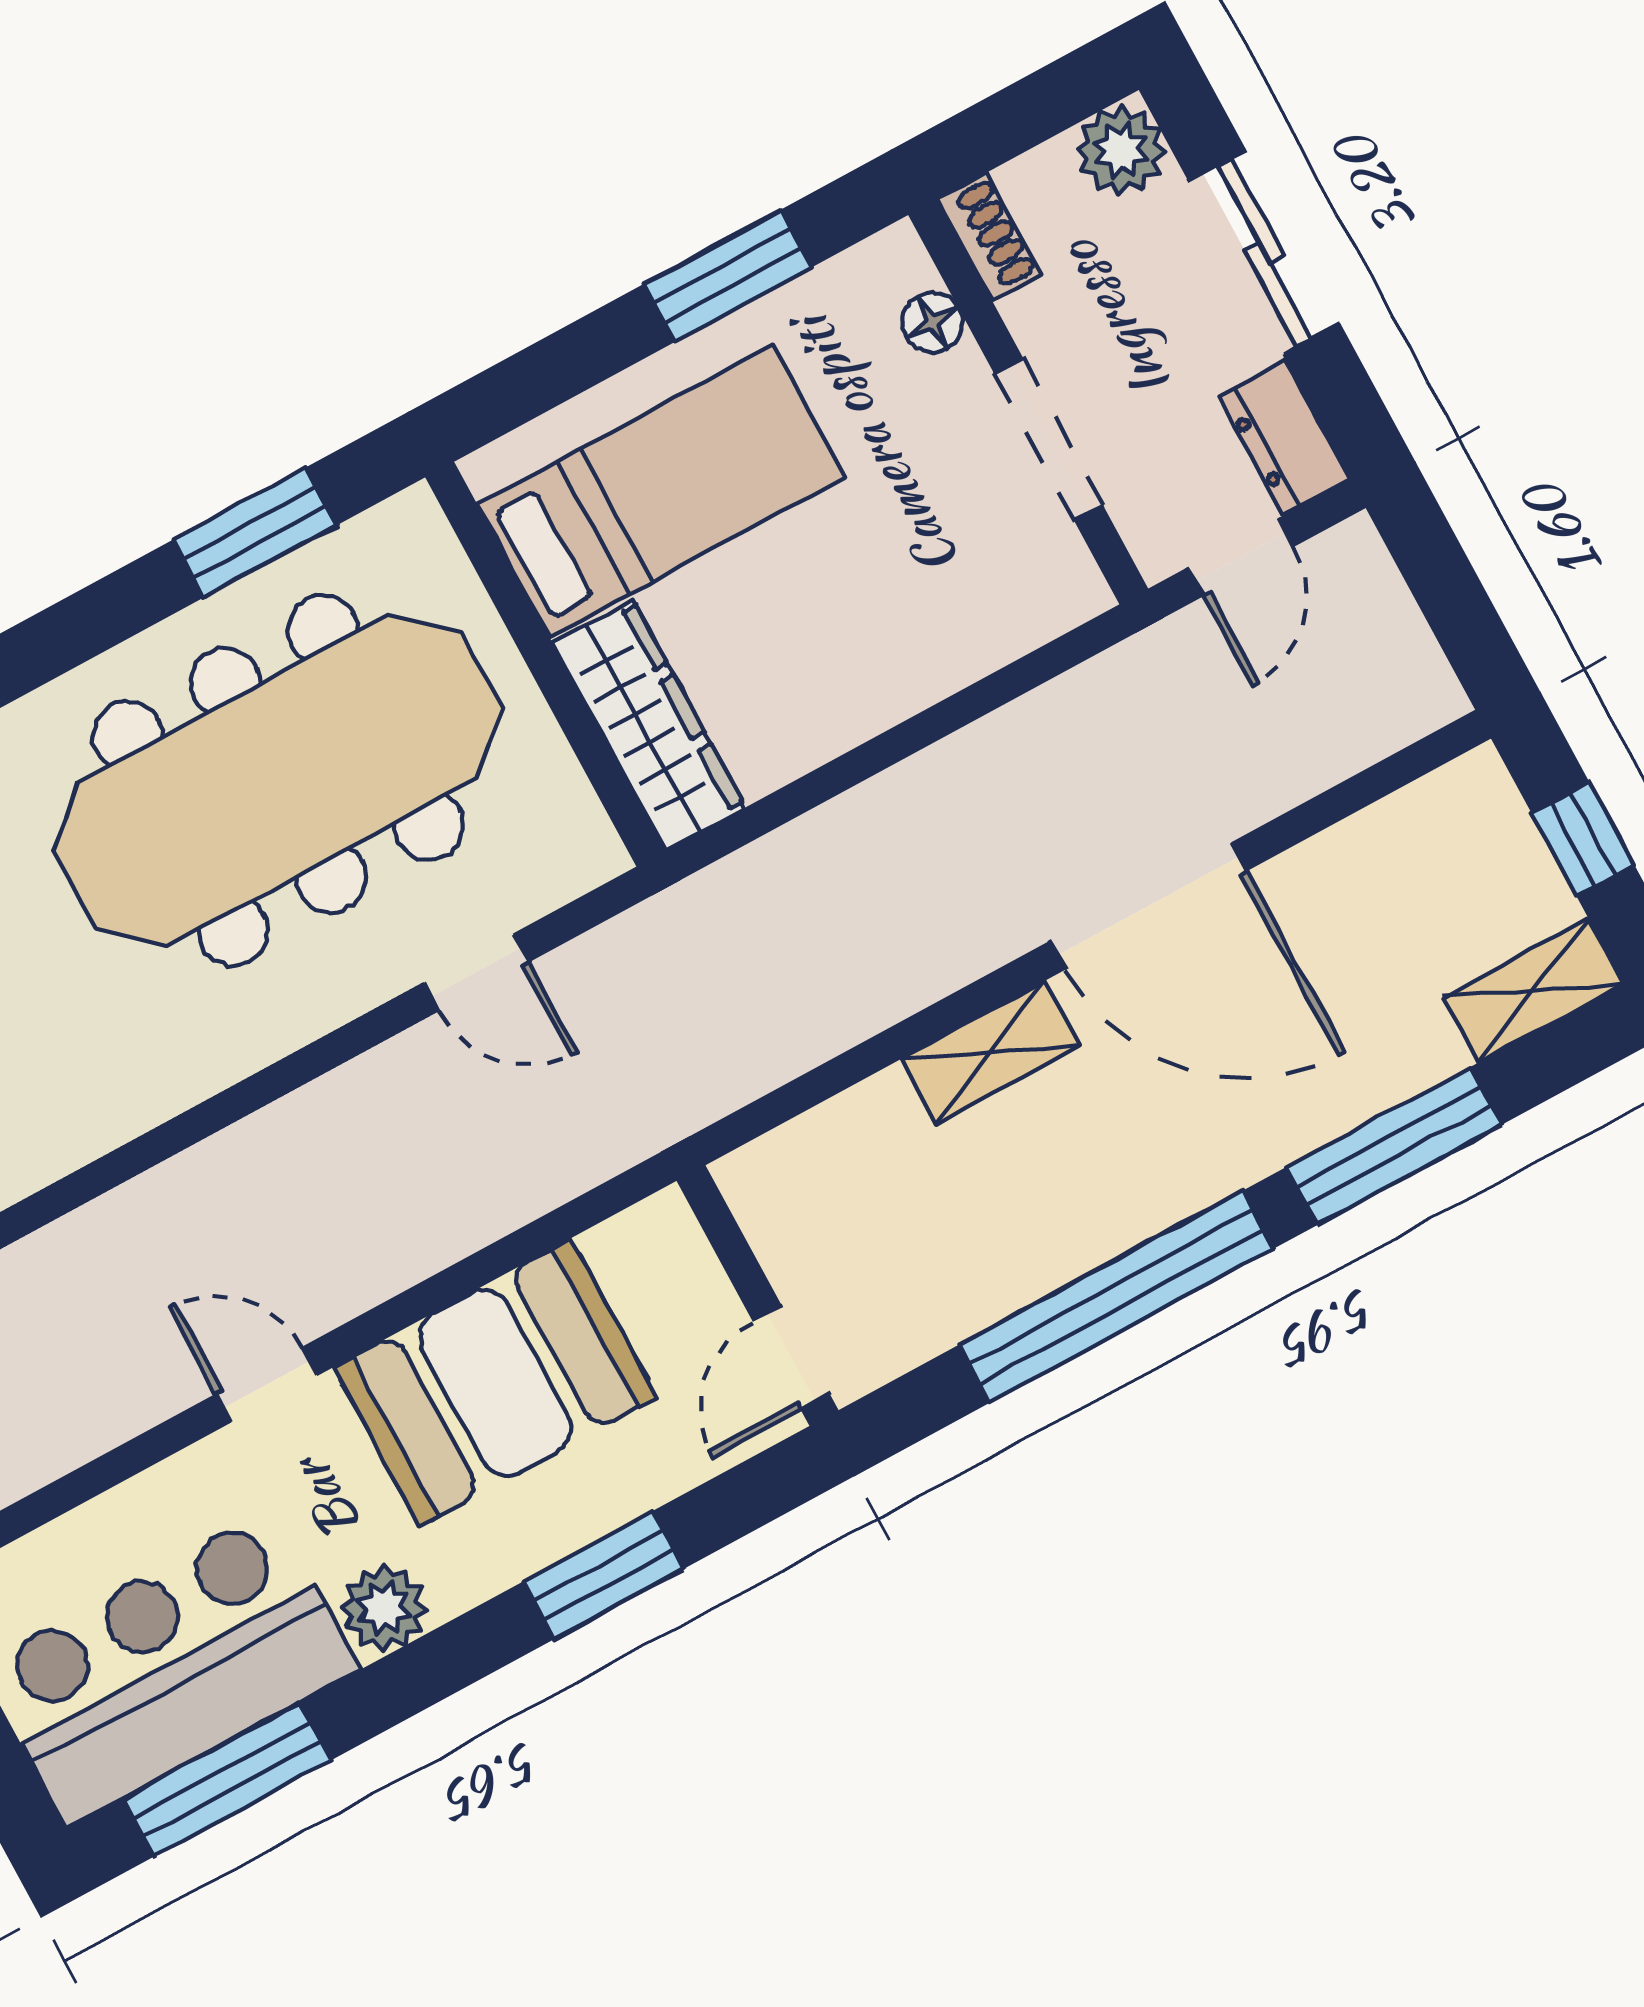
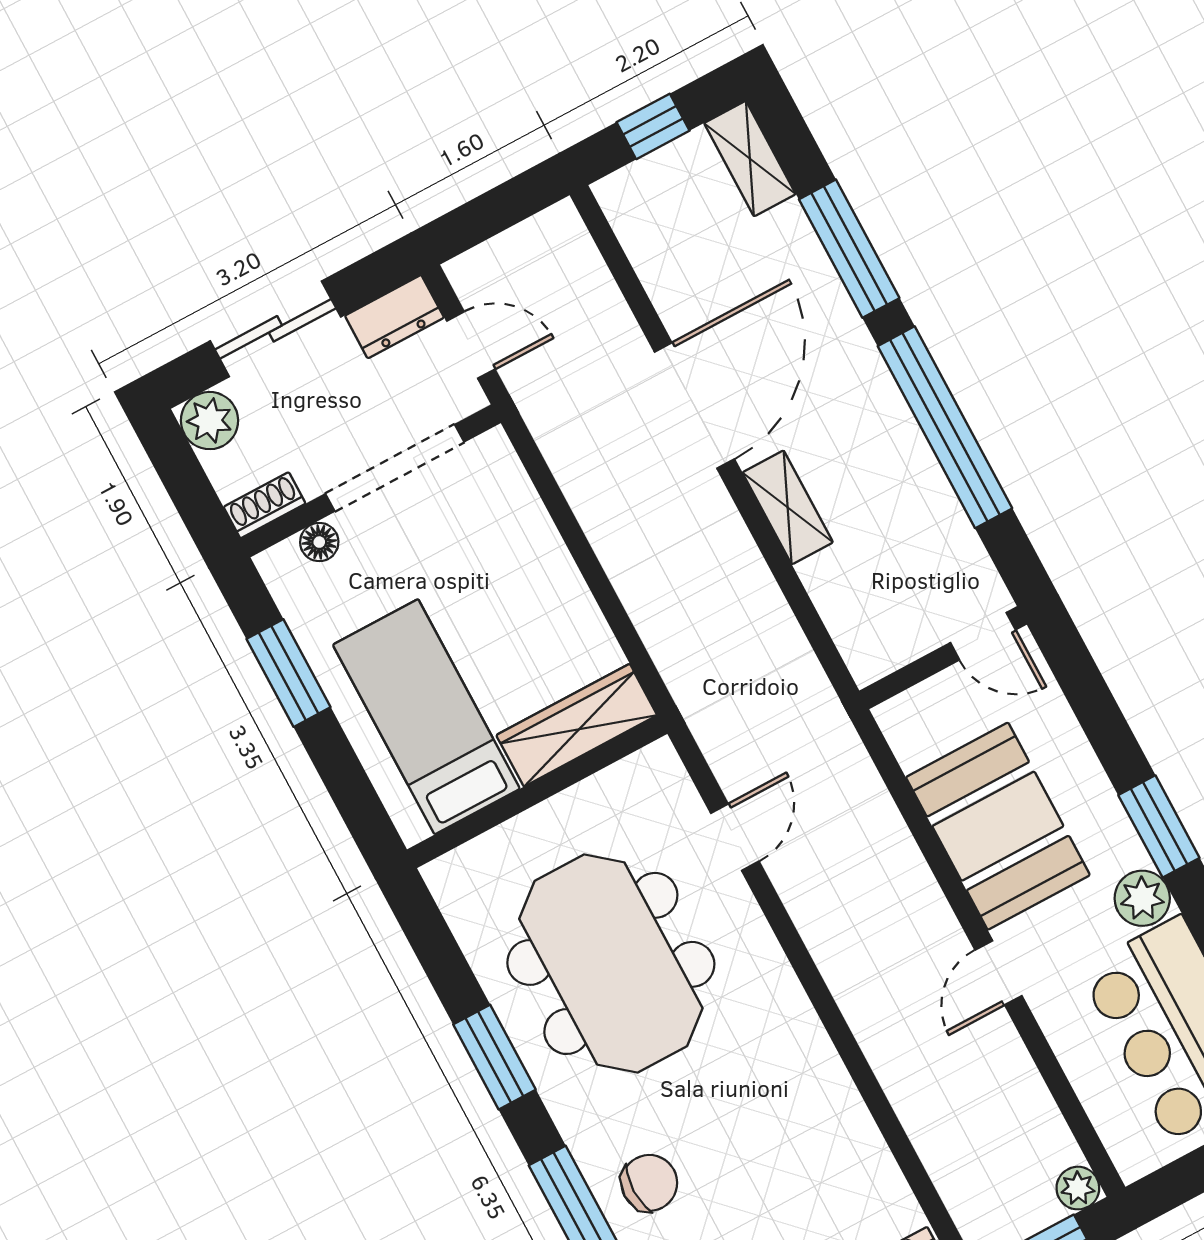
doorway: (1049, 439) -> (395, 468), width x1.36
window: (255, 532) -> (494, 1057), moved
meeting table: (278, 780) -> (611, 963), width x0.73
window: (604, 1575) -> (1159, 826), moved

